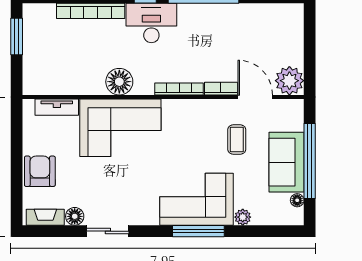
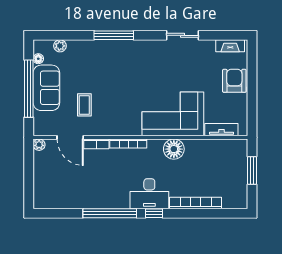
window: (17, 37) -> (252, 171), moved
plant: (289, 81) -> (39, 145), width x0.53, depth x0.53
armchair: (40, 171) -> (234, 81), turned 180
corner sofa: (196, 199) -> (115, 59), removed
floor lamp: (75, 216) -> (208, 46), removed
plant: (243, 217) -> (60, 46), moved

